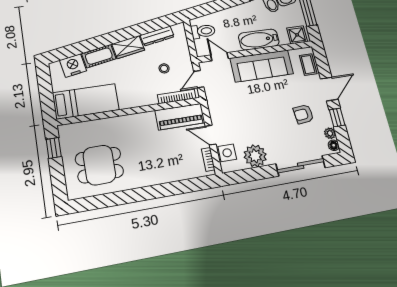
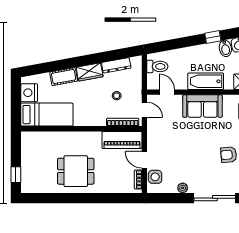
nightstand: (73, 65) -> (29, 93), moved, turned -80
sofa: (262, 66) -> (202, 106), width x0.73
door: (199, 79) -> (144, 110), swing flipped
window: (54, 148) -> (16, 175), moved
plant: (255, 156) -> (183, 188), width x0.53, depth x0.53
dining table: (99, 165) -> (76, 171), moved

